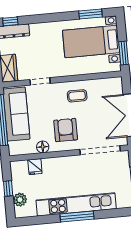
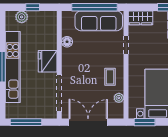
plant: (99, 84) -> (119, 98), added
armchair: (66, 130) -> (80, 64), removed
fridge: (35, 167) -> (48, 61), moved, width x1.88, depth x1.34

